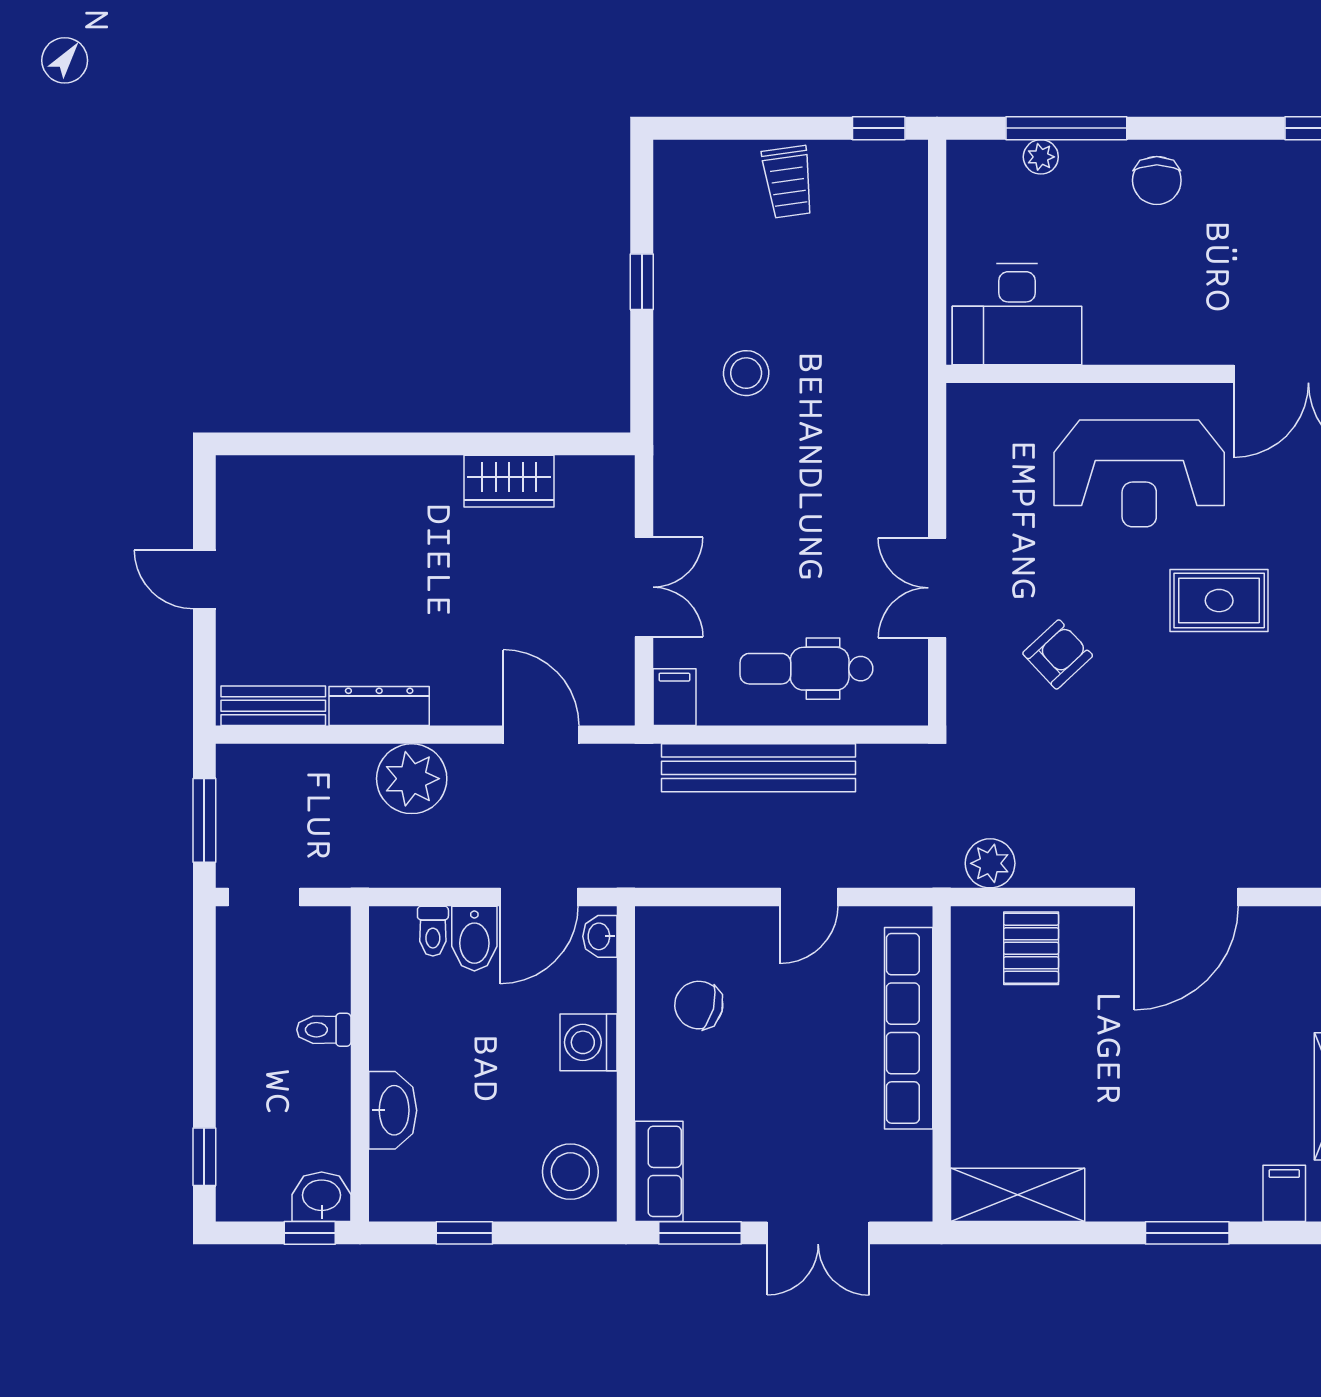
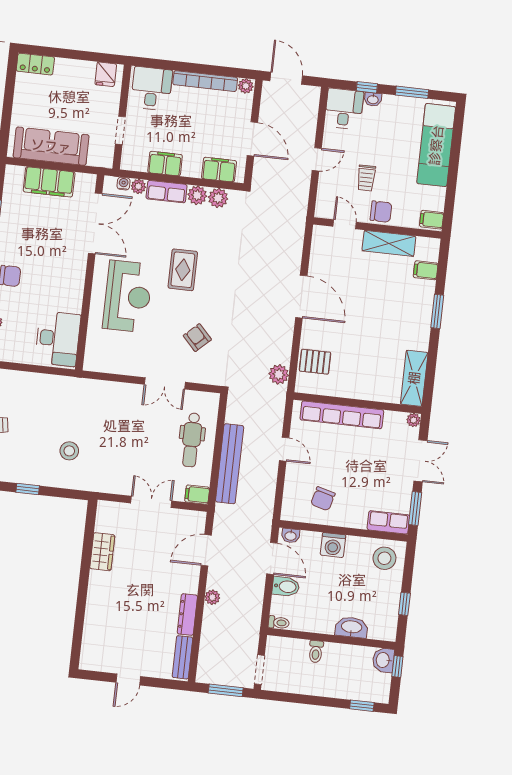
plant: (412, 779) -> (212, 597), width x0.53, depth x0.53
toilet: (433, 931) -> (279, 623), moved
plant: (916, 1205) -> (413, 420), added

